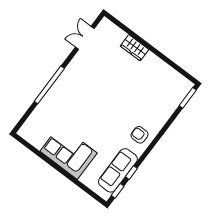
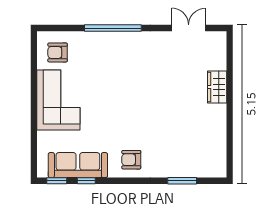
window: (188, 98) -> (182, 181), moved
armchair: (39, 130) -> (58, 52), added
armchair: (139, 135) -> (131, 160), turned -90

